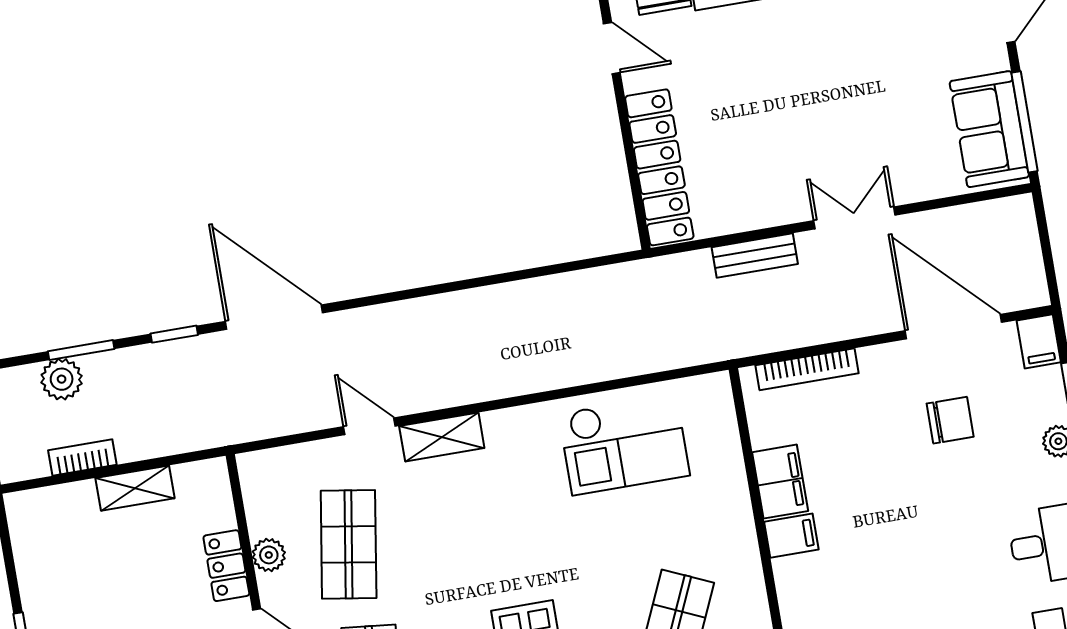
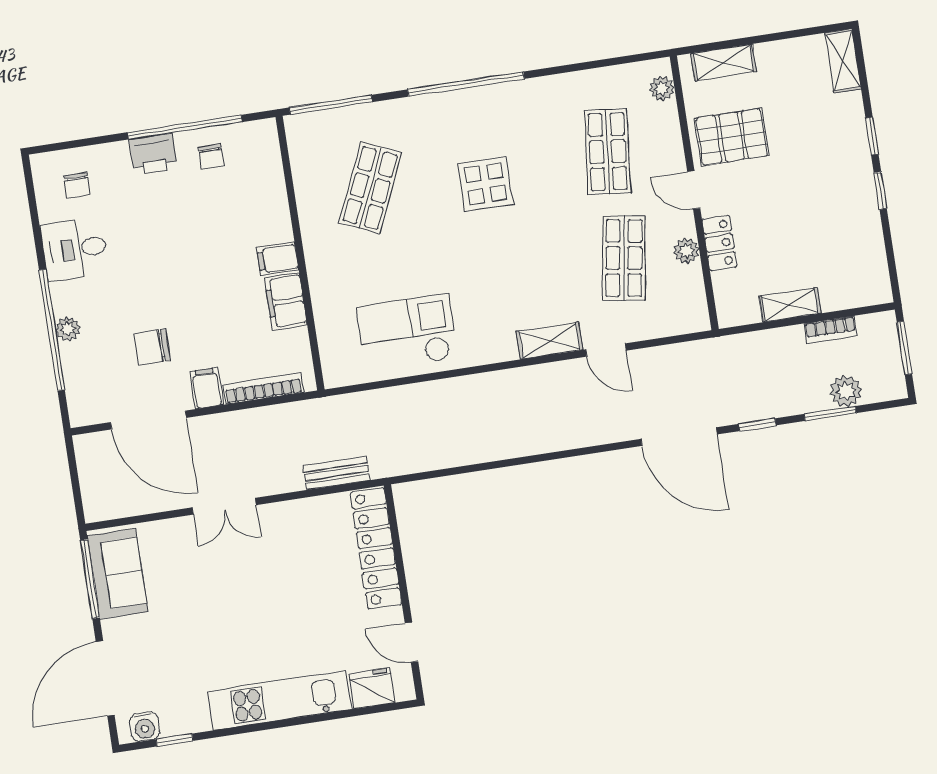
bench: (755, 256) -> (337, 473), moved
filing cabinet: (1039, 341) -> (207, 388), moved

